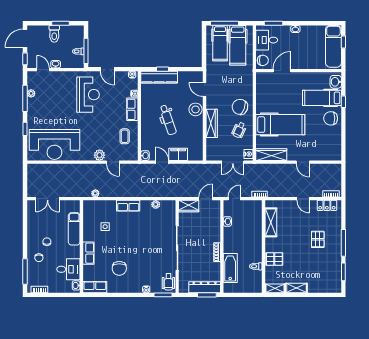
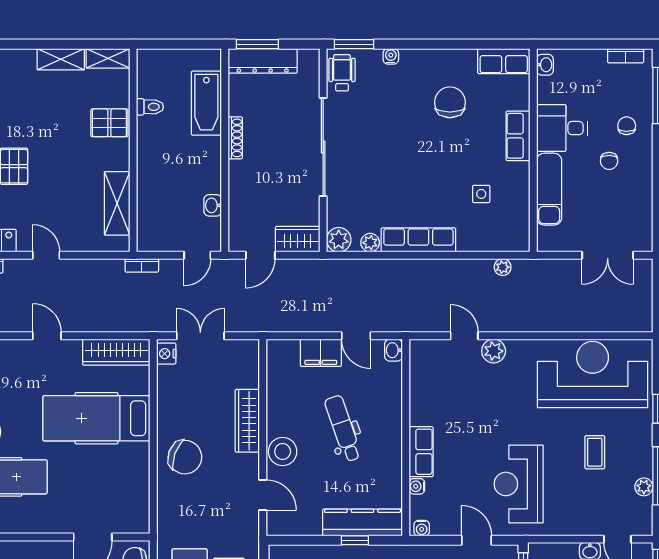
wheelchair: (239, 130) -> (187, 406), removed
coffee table: (125, 136) -> (595, 452), moved
double door: (48, 199) -> (608, 255), swing flipped
row of seats: (128, 206) -> (418, 240), width x1.48
plant: (170, 206) -> (339, 240), added
desk: (68, 269) -> (562, 128), moved

